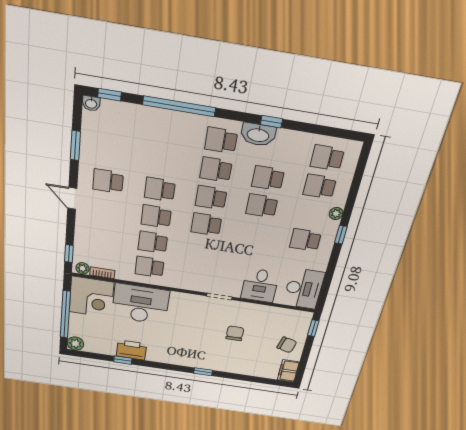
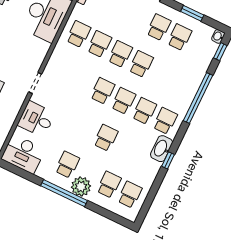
school desk: (268, 178) -> (180, 37), moved
plant: (336, 214) -> (81, 187), width x1.88, depth x1.88
window: (341, 235) -> (64, 193), width x3.17

